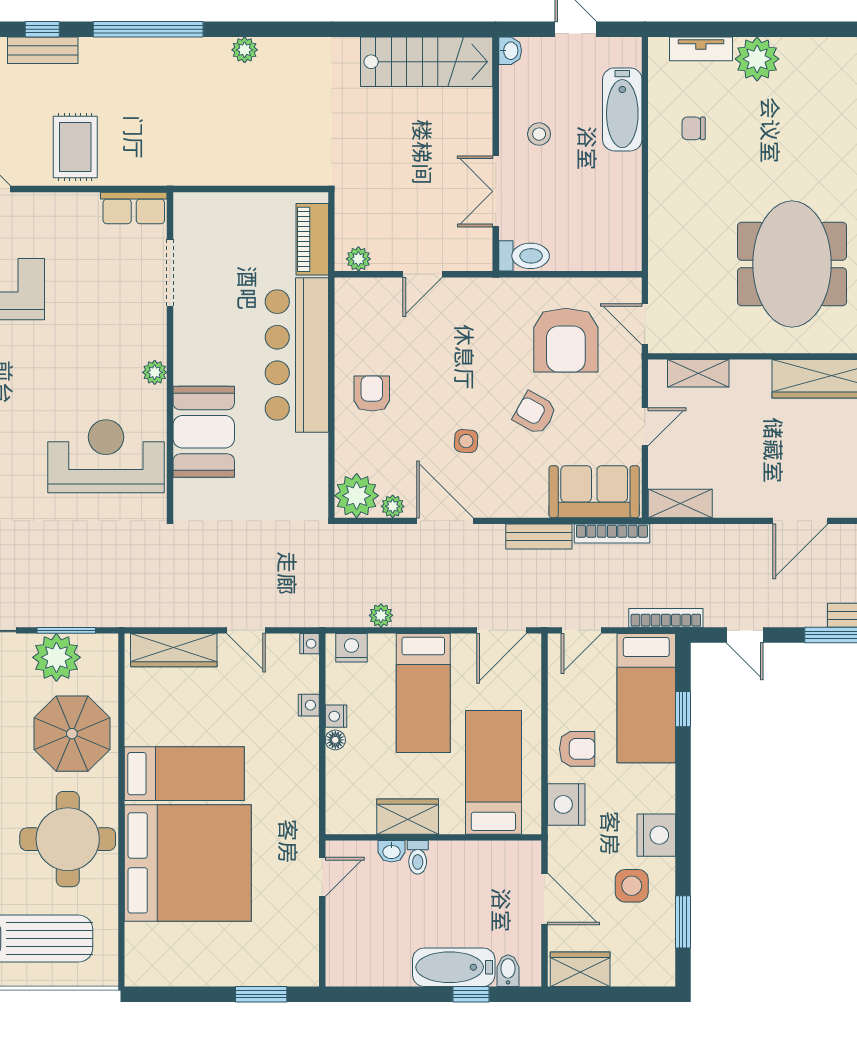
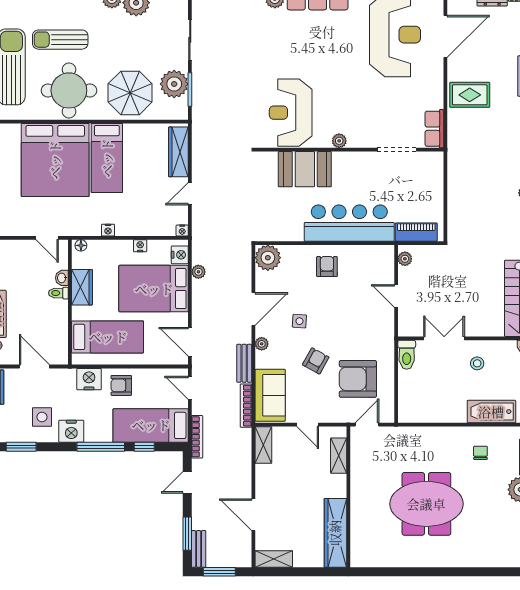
meeting table: (792, 264) -> (426, 504), moved
armchair: (372, 394) -> (327, 267), turned -90
reception desk: (106, 456) -> (291, 113), turned 180
plant: (393, 506) -> (262, 344), moved
bed: (423, 693) -> (154, 289), width x1.50
nightstand: (309, 705) -> (108, 230), moved
floor lamp: (335, 740) -> (81, 245), moved
armchair: (577, 749) -> (121, 385), turned 90
window: (683, 784) -> (101, 447), added
door: (544, 899) -> (34, 366), swing flipped

